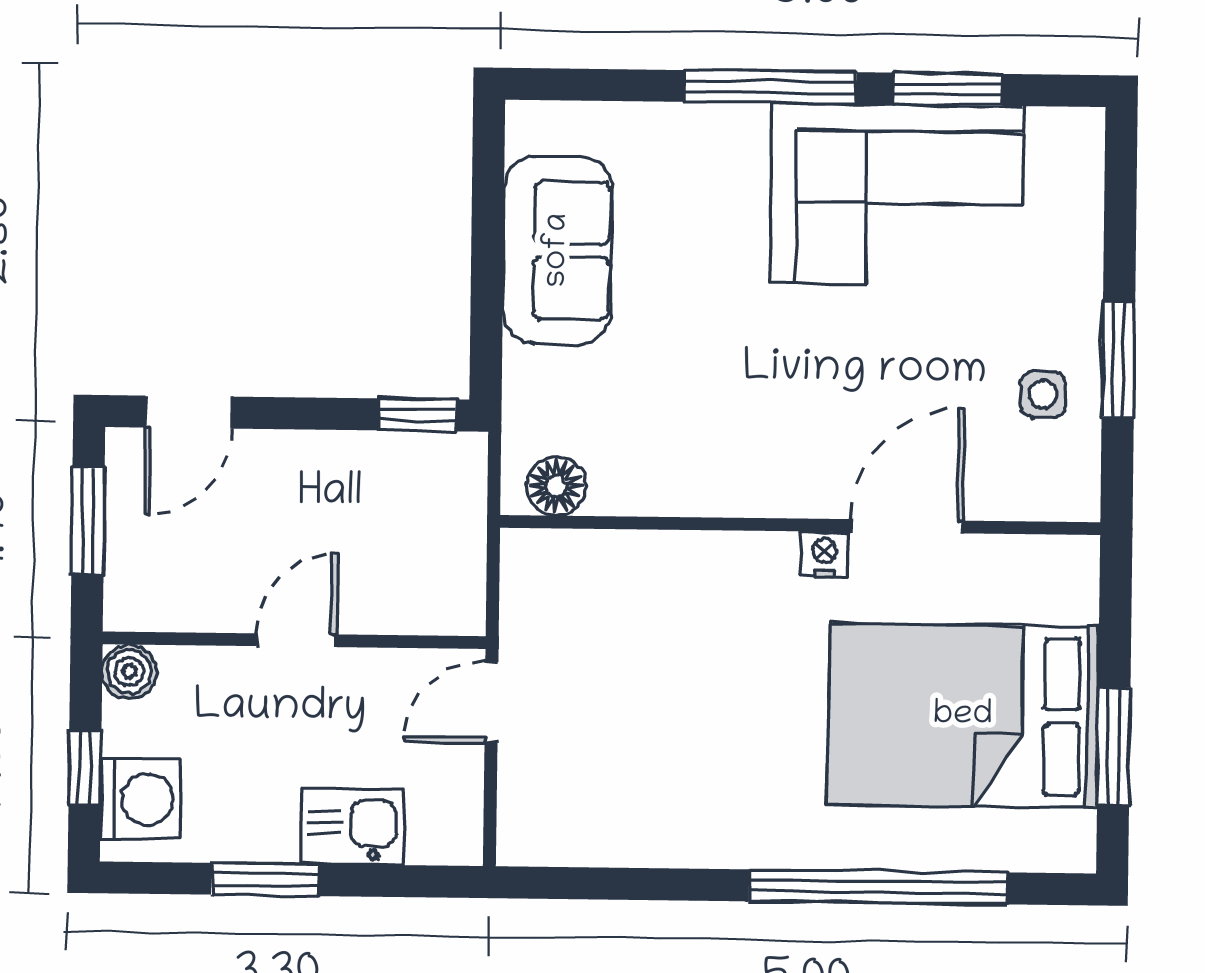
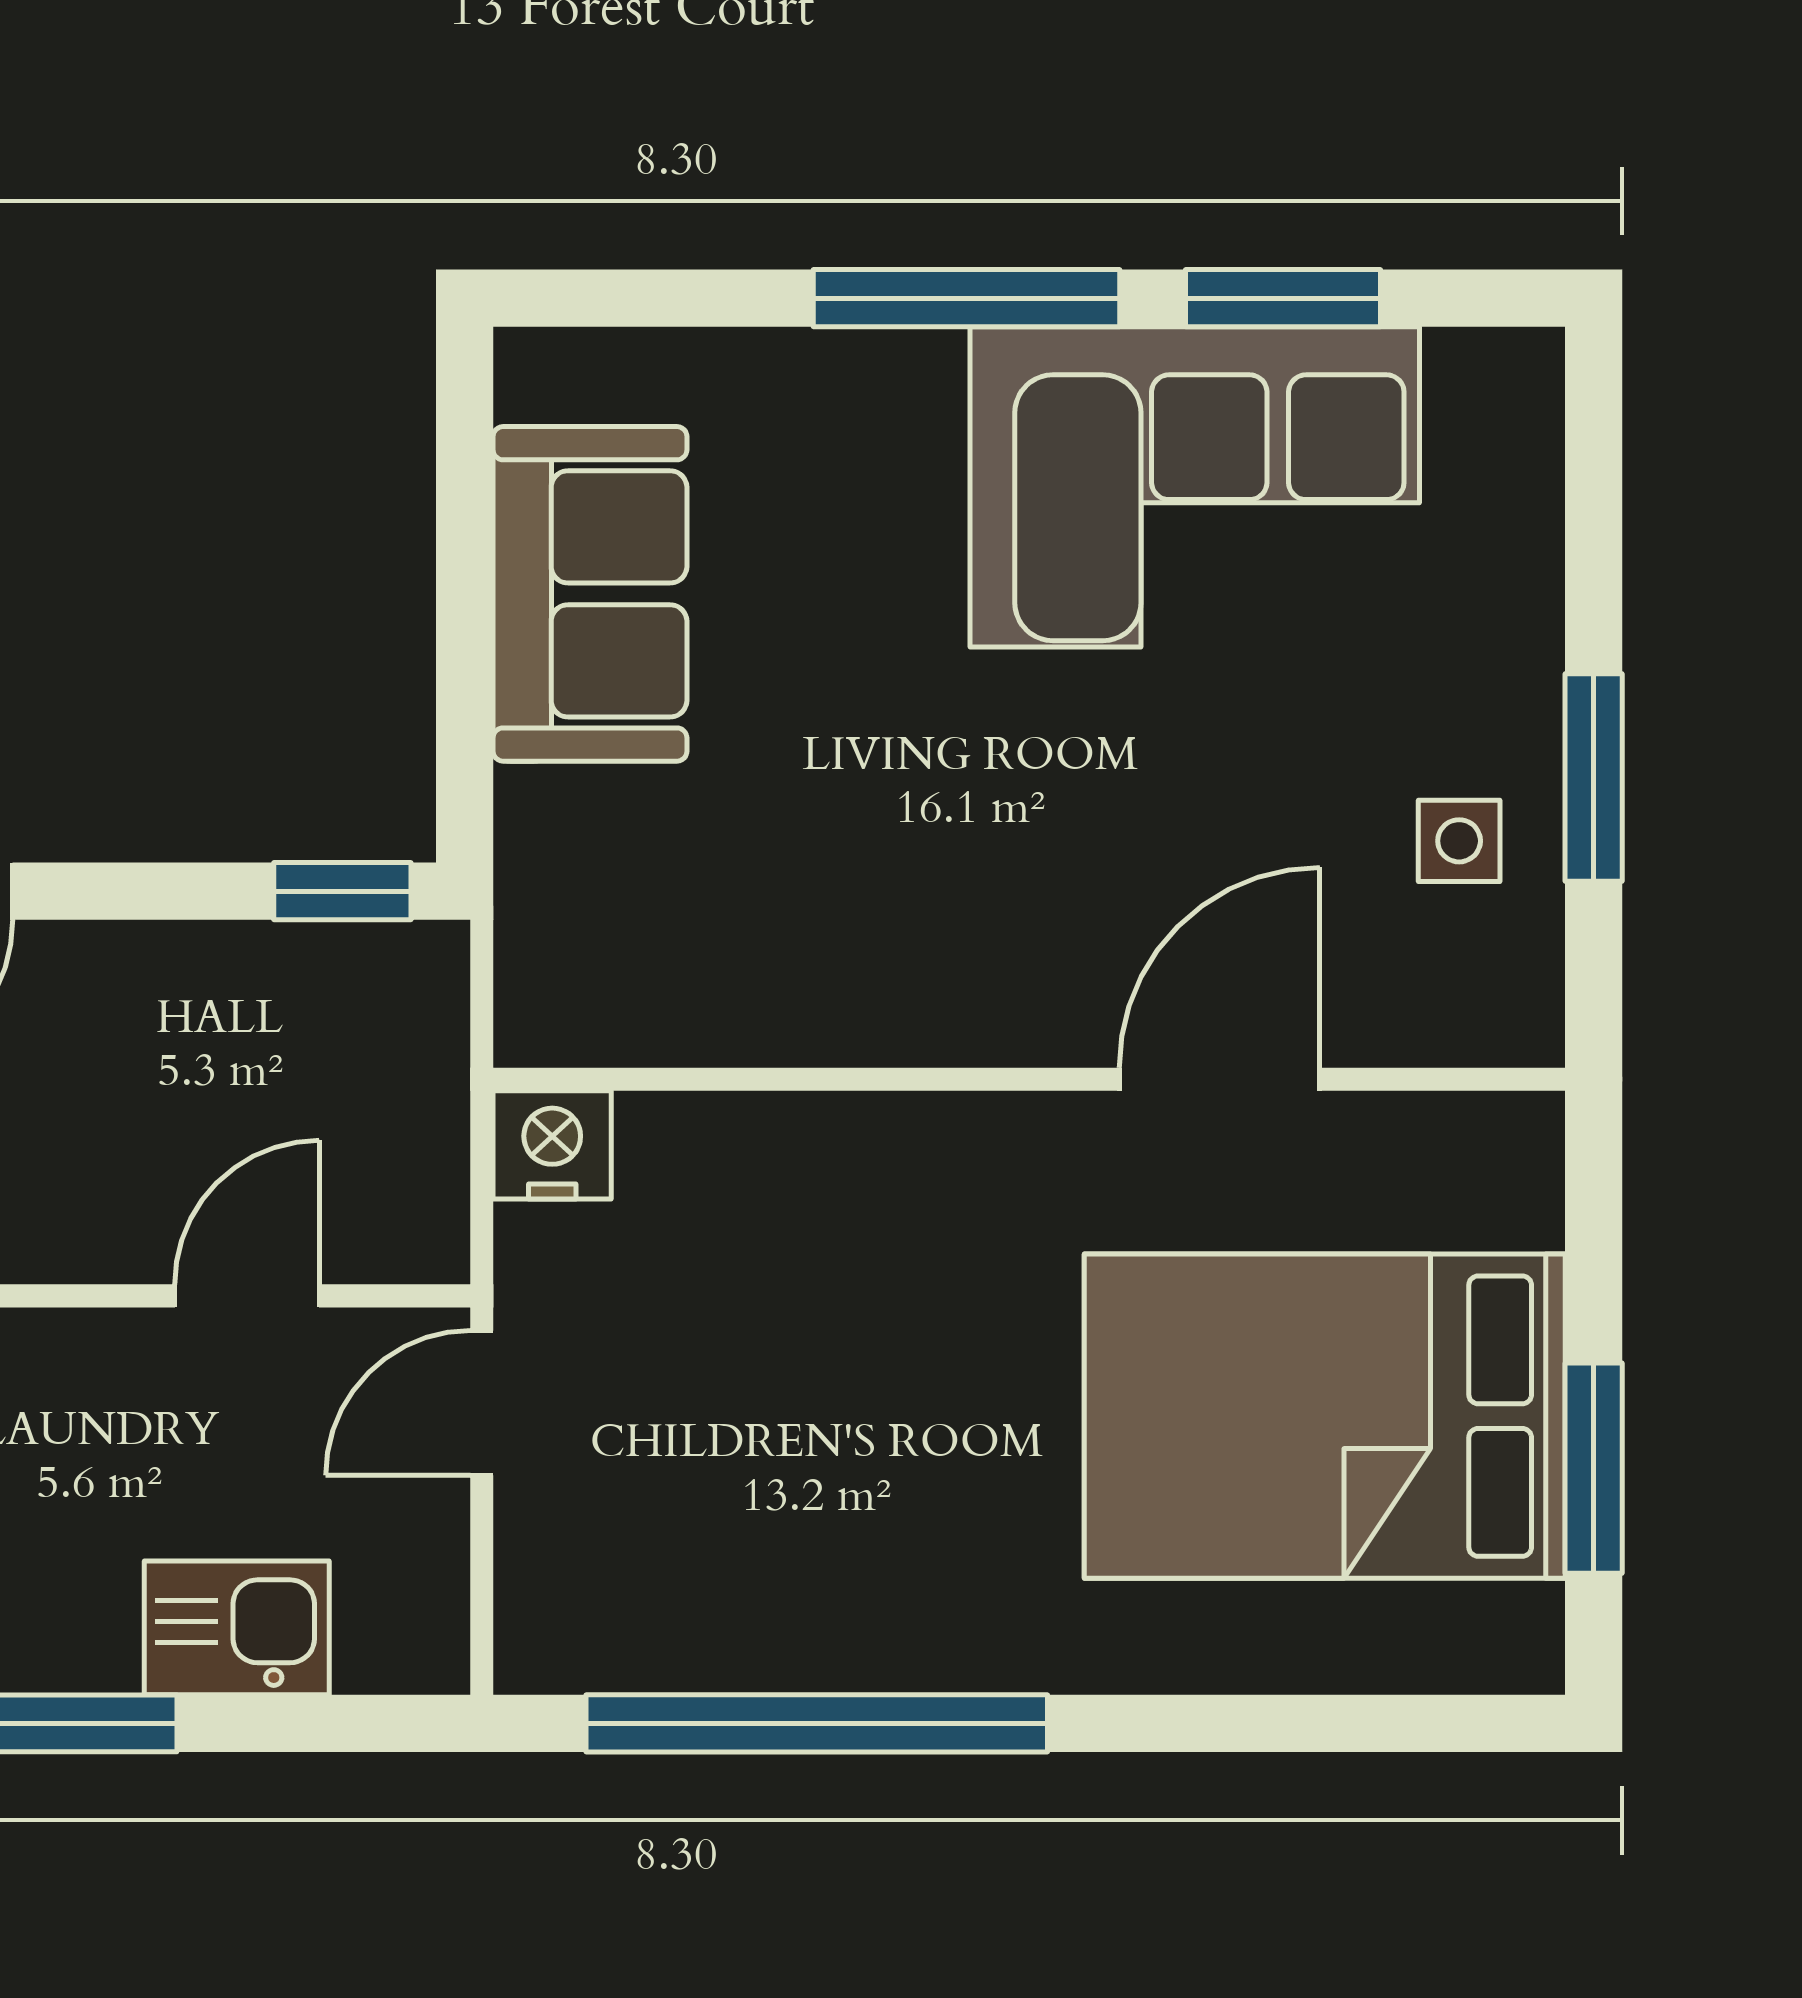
floor lamp: (556, 486) -> (592, 1015), removed
nightstand: (825, 554) -> (552, 1145), moved, width x1.39, depth x1.35
door: (297, 640) -> (247, 1296), moved
window: (878, 887) -> (817, 1723), moved

